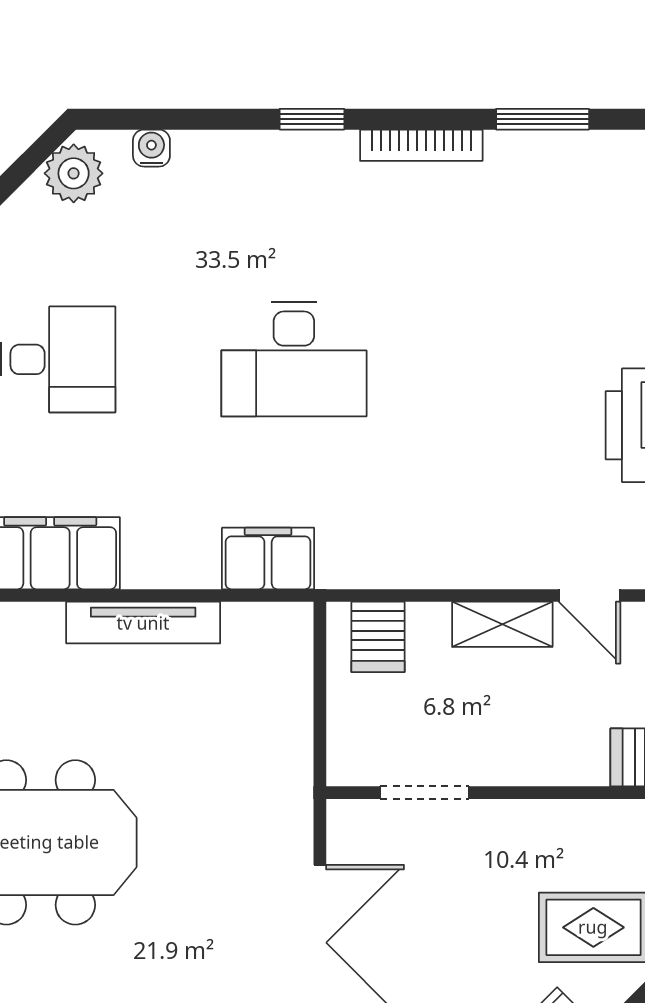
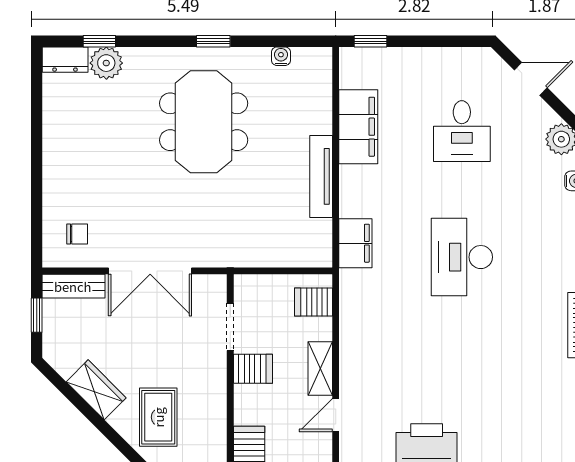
server rack: (503, 750) -> (253, 369), added

